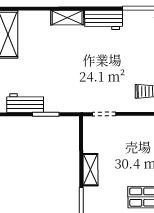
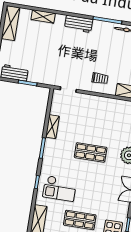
shelving: (67, 18) -> (43, 16), moved

